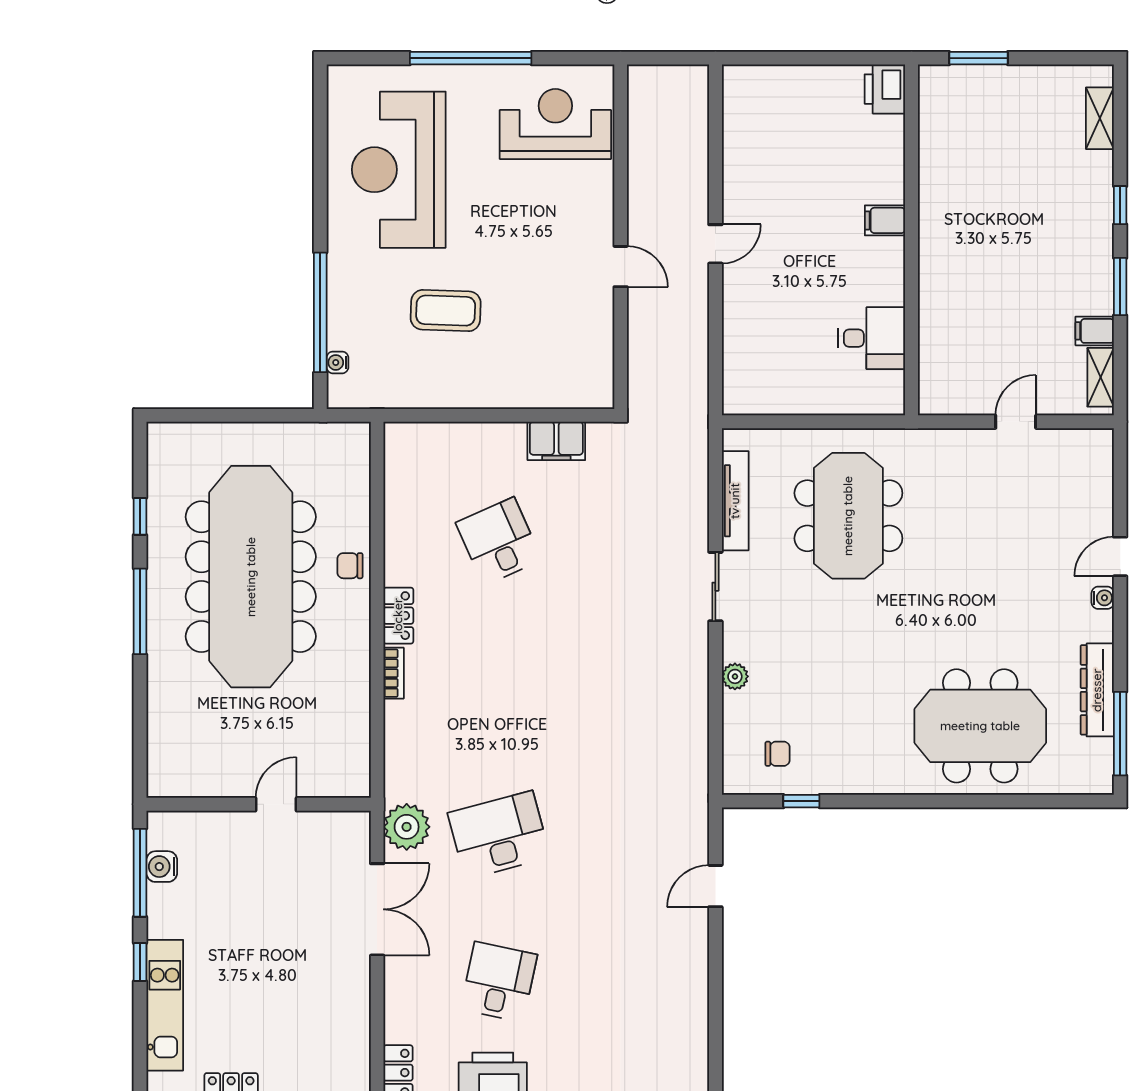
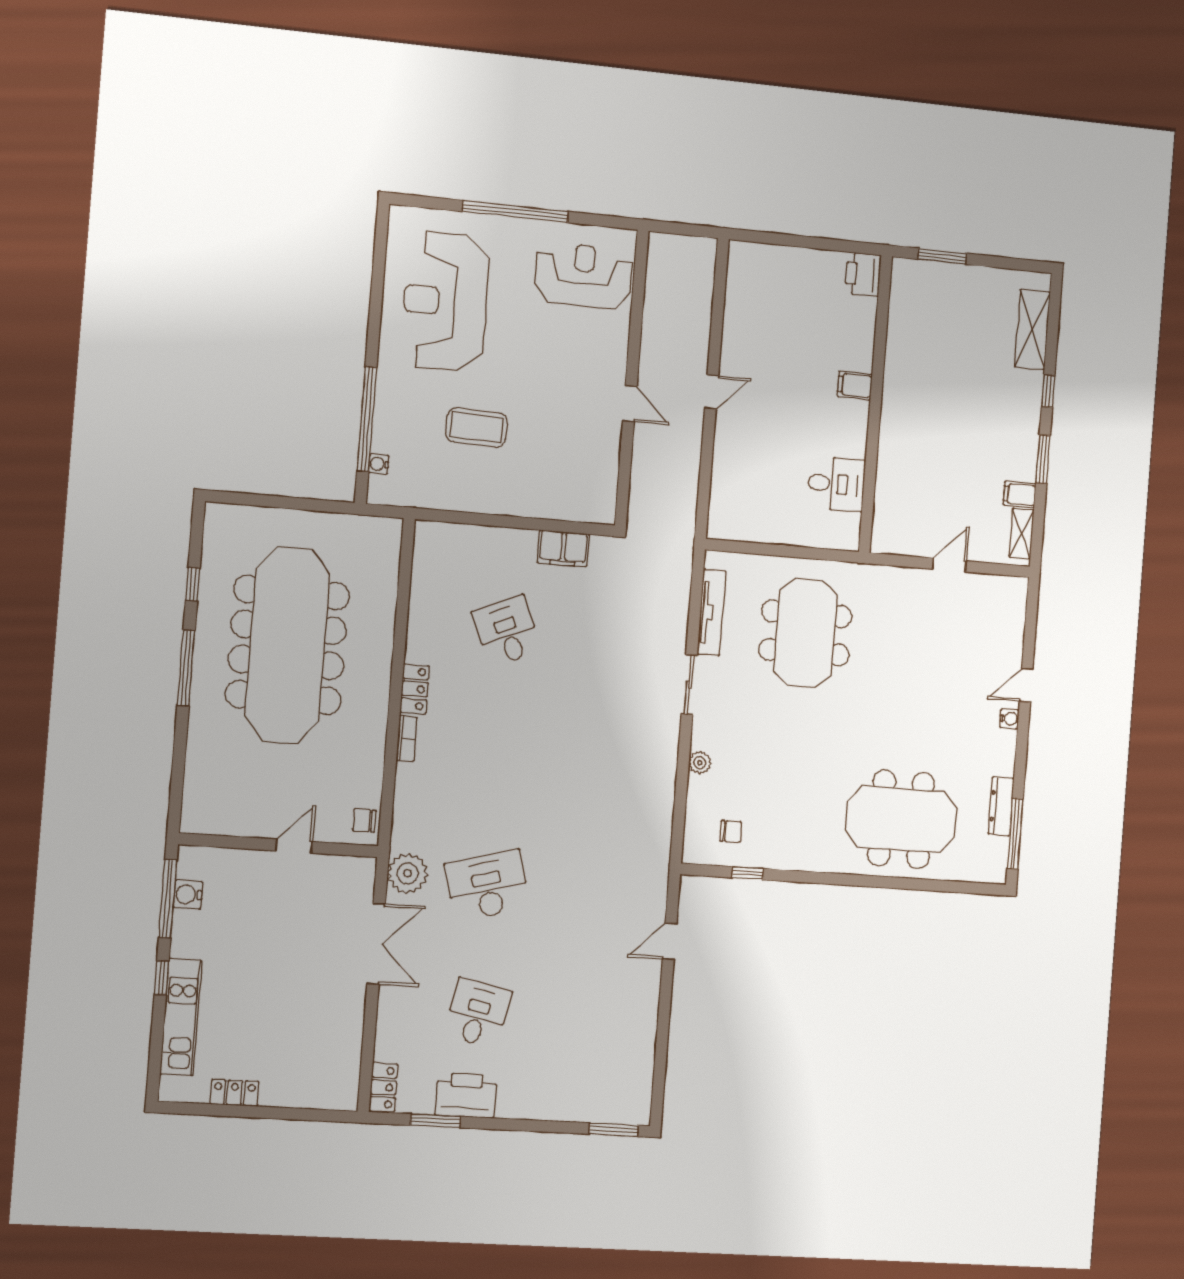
shelving: (1100, 118) -> (1032, 329), width x1.50, depth x1.33
chair: (350, 566) -> (364, 821), moved
dresser: (1097, 690) -> (1001, 806), width x0.73, depth x0.80

